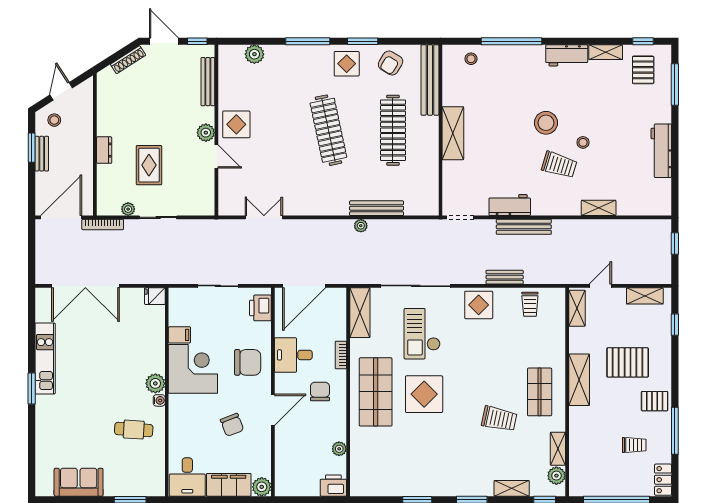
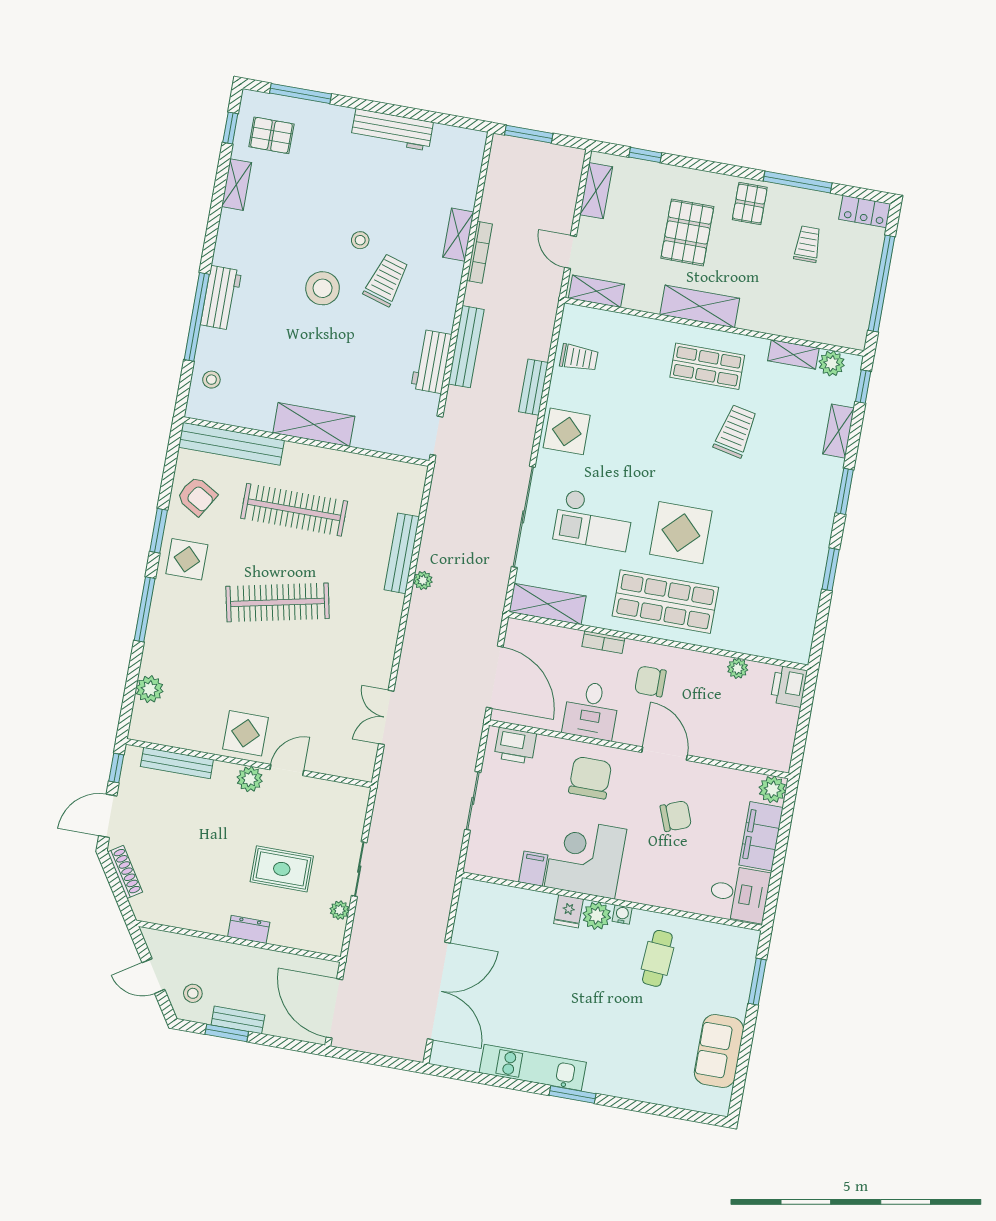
workbench: (567, 55) -> (221, 298), moved
bookcase: (103, 224) -> (480, 252), moved
window: (675, 243) -> (529, 134), width x1.50
fridge: (155, 296) -> (568, 911), moved

